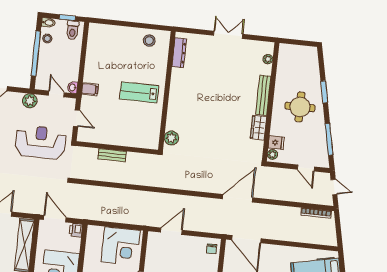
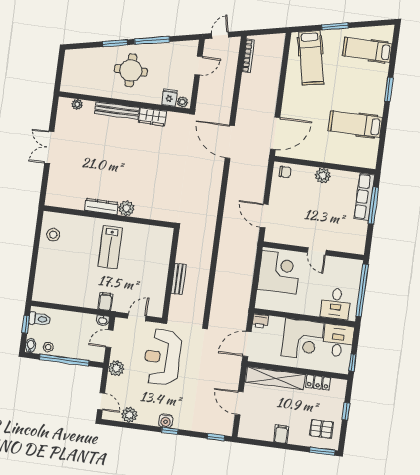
dresser: (179, 53) -> (101, 207), moved
plant: (171, 138) -> (126, 208), moved
window: (329, 139) -> (152, 40), moved

